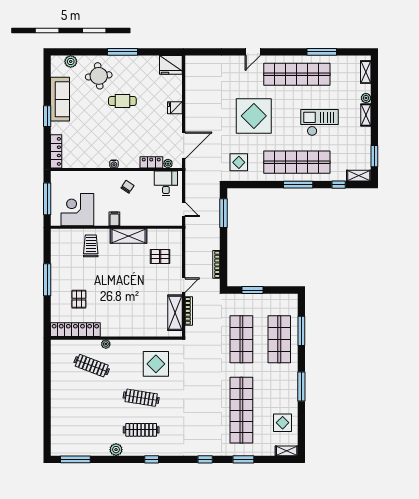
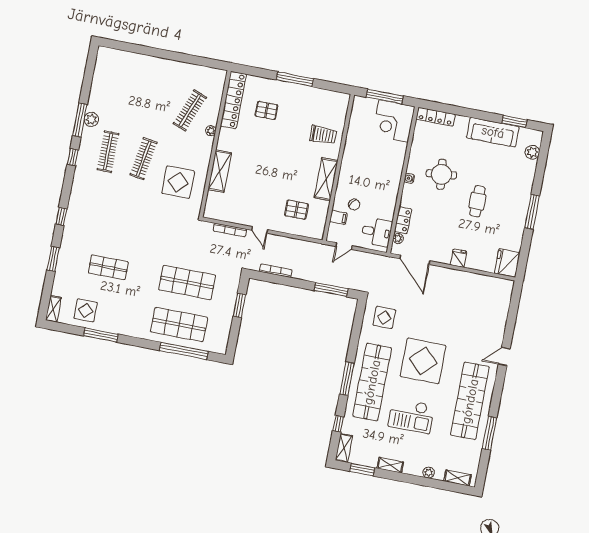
door: (253, 52) -> (504, 357), hinge flipped
round table: (99, 76) -> (441, 174), moved
shelving: (366, 115) -> (390, 465), moved
window: (47, 116) -> (514, 122), moved
display table: (254, 116) -> (423, 361), moved
checkout: (320, 123) -> (411, 416), turned 90
chair: (127, 187) -> (354, 205), moved
corner desk: (77, 210) -> (394, 121), moved, turned 180
filing cabinet: (114, 219) -> (338, 217), moved
pallet: (160, 257) -> (296, 210), turned 90
shelving: (175, 313) -> (220, 171), moved, turned 90
window: (301, 331) -> (184, 351), width x1.46
window: (301, 386) -> (101, 335), moved
shop shelf: (241, 410) -> (108, 267), width x0.50, depth x0.74
window: (75, 459) -> (80, 120), moved

